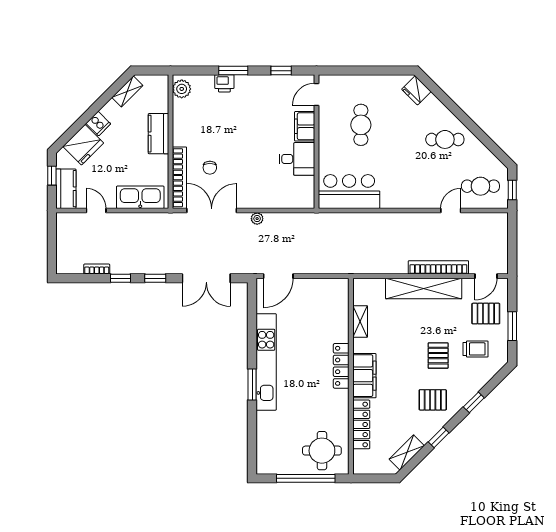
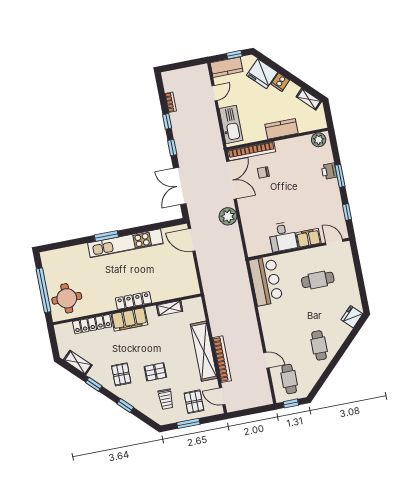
plant: (257, 219) -> (228, 216), width x1.87, depth x1.87

